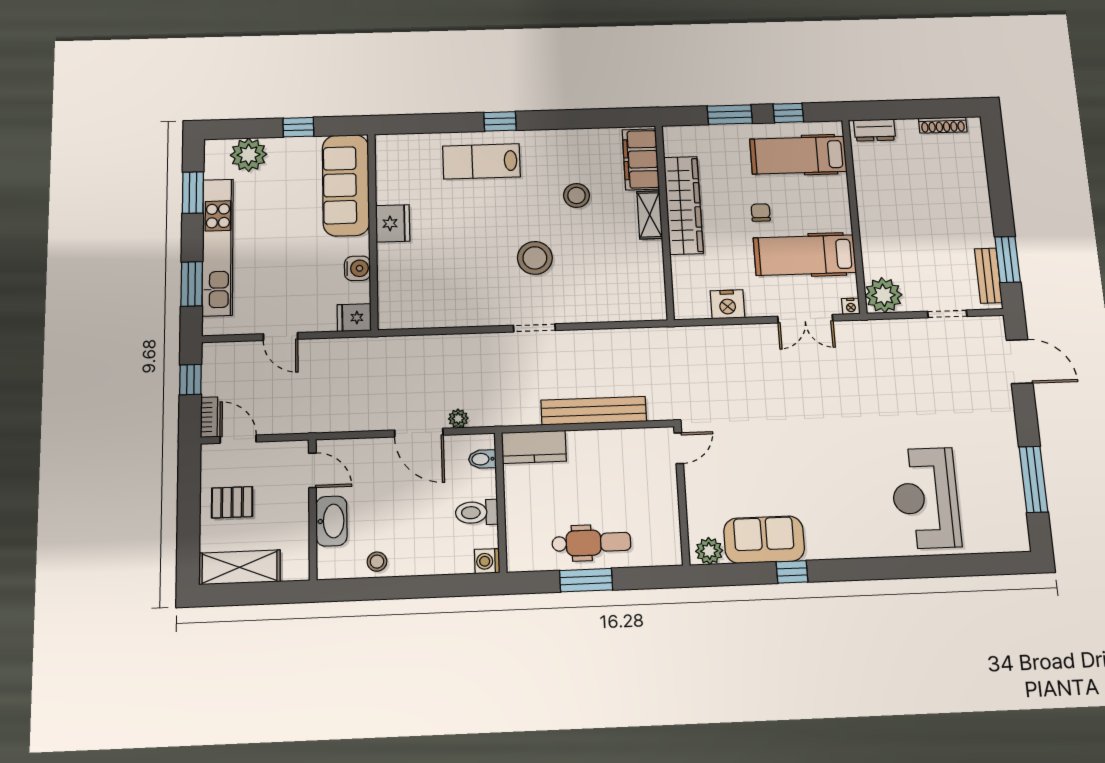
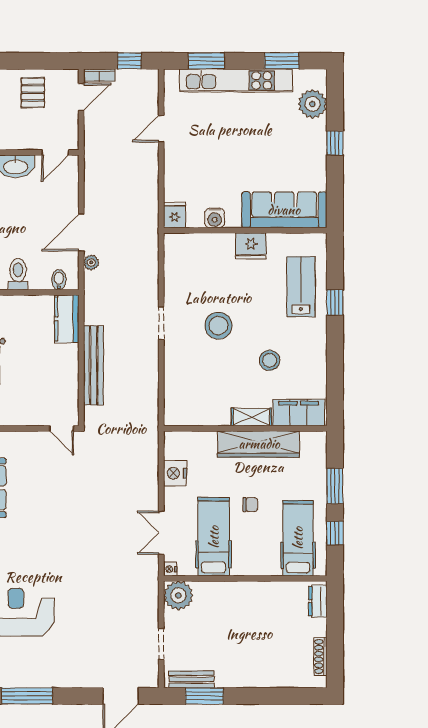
sofa: (346, 185) -> (284, 210), moved
fridge: (393, 223) -> (251, 246), moved
wall: (373, 231) -> (245, 230), moved
water cooler: (357, 268) -> (215, 218), moved
fridge: (354, 318) -> (175, 215), moved

